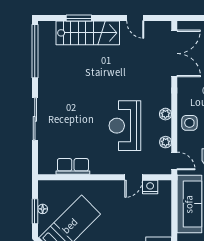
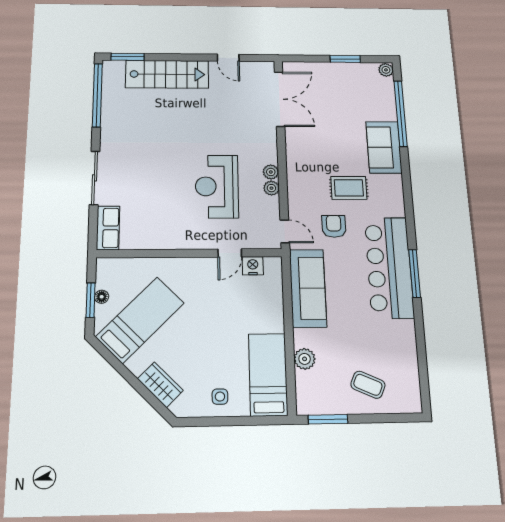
window: (79, 18) -> (128, 57), moved
side table: (189, 123) -> (303, 183), removed
plant: (166, 142) -> (271, 188), moved
row of seats: (73, 166) -> (108, 228), moved, turned 90

